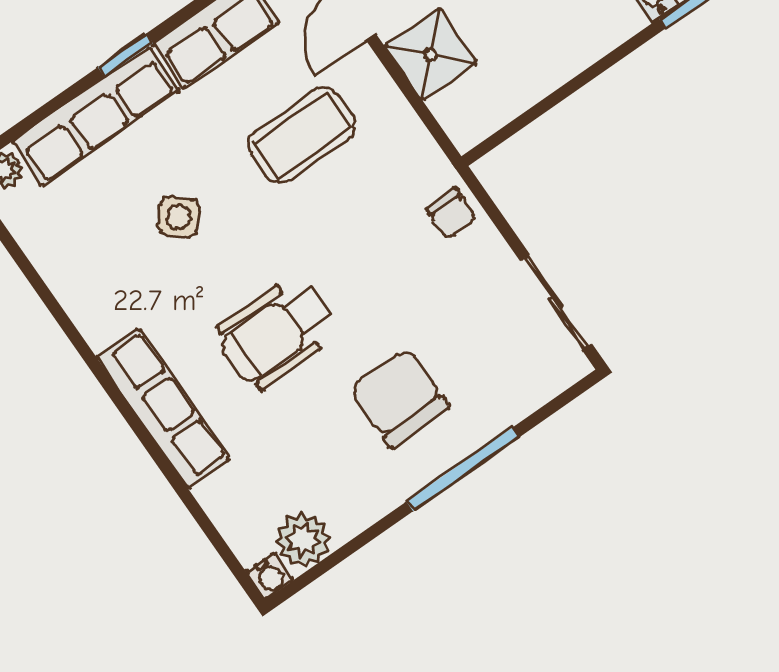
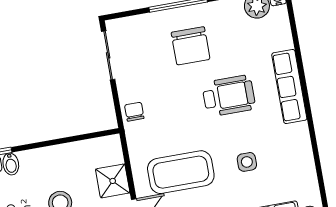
coffee table: (302, 135) -> (181, 172), width x1.36, depth x1.32
side table: (179, 217) -> (247, 162), turned 45

